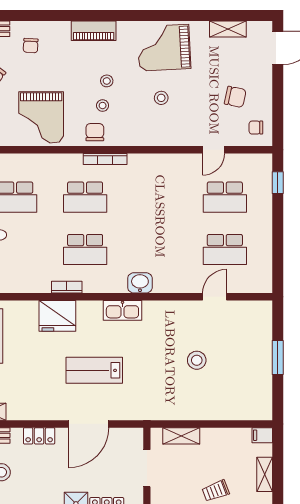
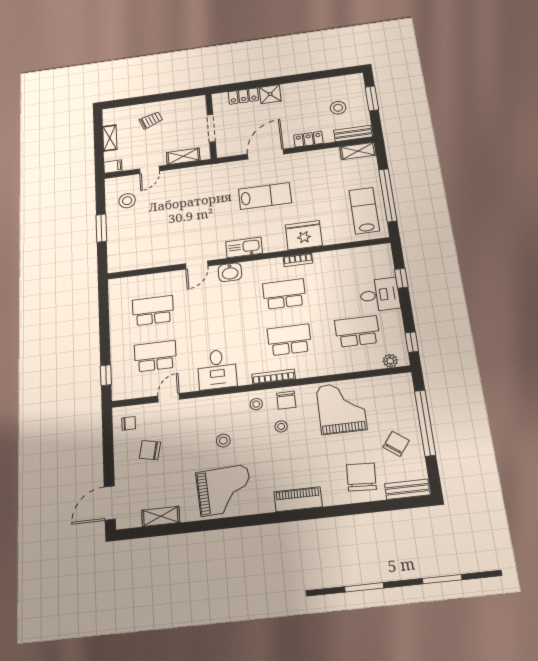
chair: (31, 46) -> (361, 477), width x1.87, depth x1.87
stool: (107, 81) -> (256, 404), moved
desk: (162, 174) -> (217, 369), added
door: (215, 297) -> (197, 265), moved
stool: (197, 360) -> (127, 201), moved
door: (220, 424) -> (150, 170), added

